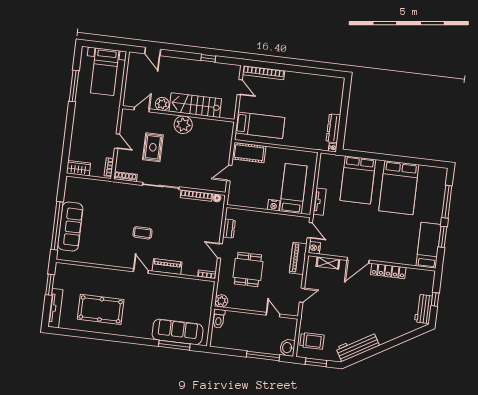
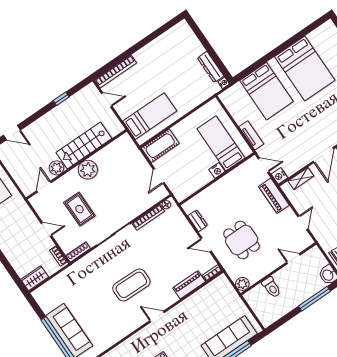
coffee table: (142, 233) -> (131, 285), width x1.86, depth x1.72
piano: (167, 267) -> (189, 285), moved
toilet: (219, 319) -> (271, 287), moved

